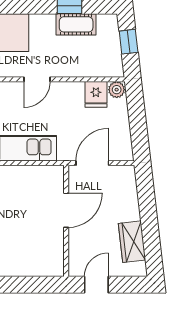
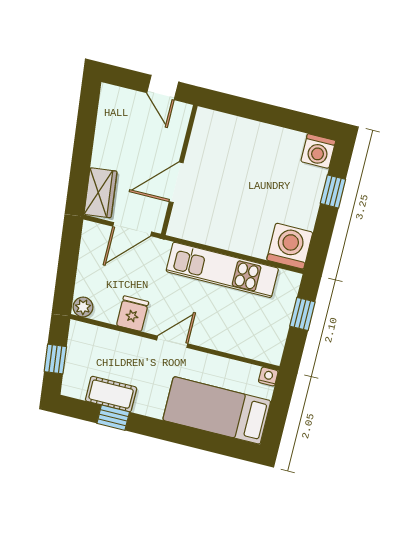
fridge: (96, 94) -> (133, 314), moved
wardrobe: (132, 242) -> (100, 193), moved
door: (96, 285) -> (163, 87), hinge flipped

